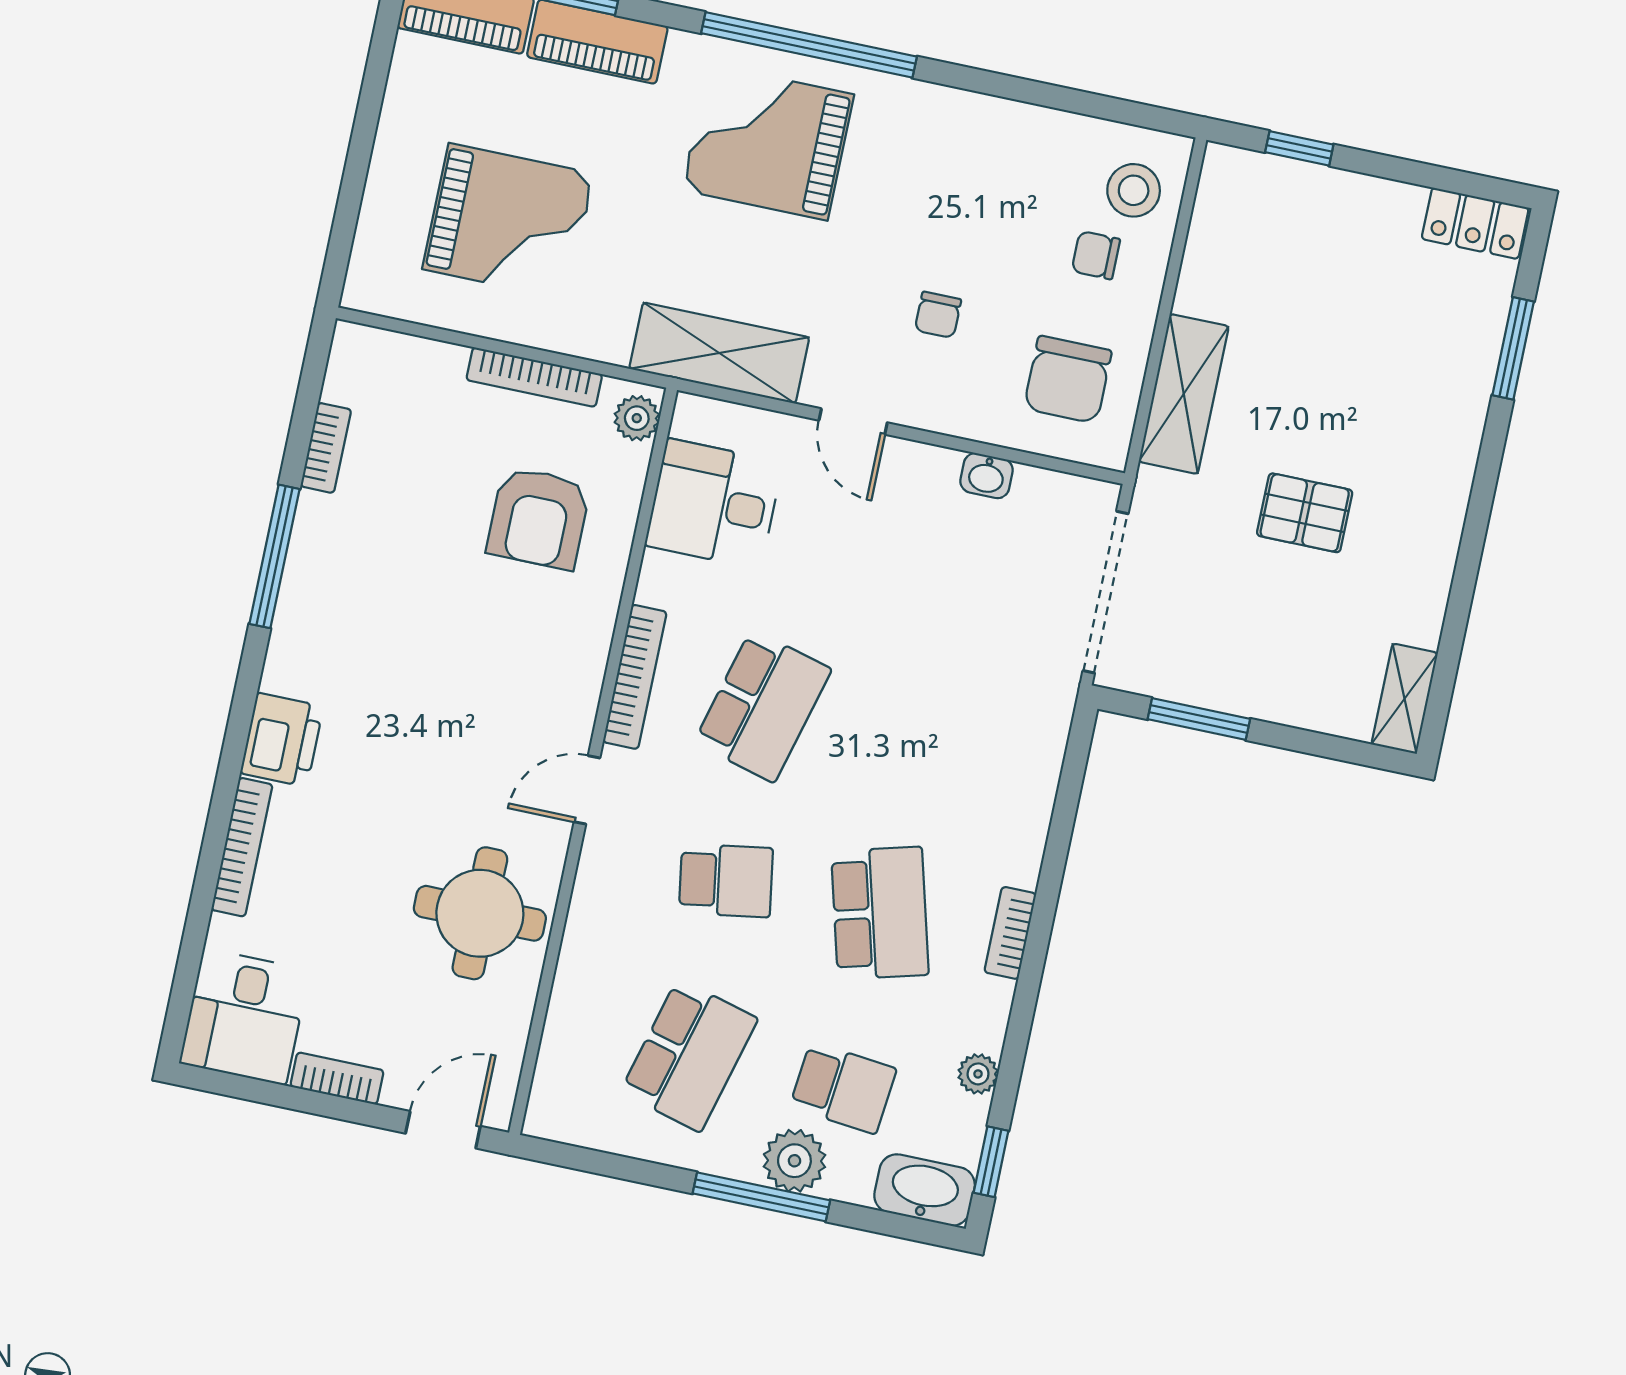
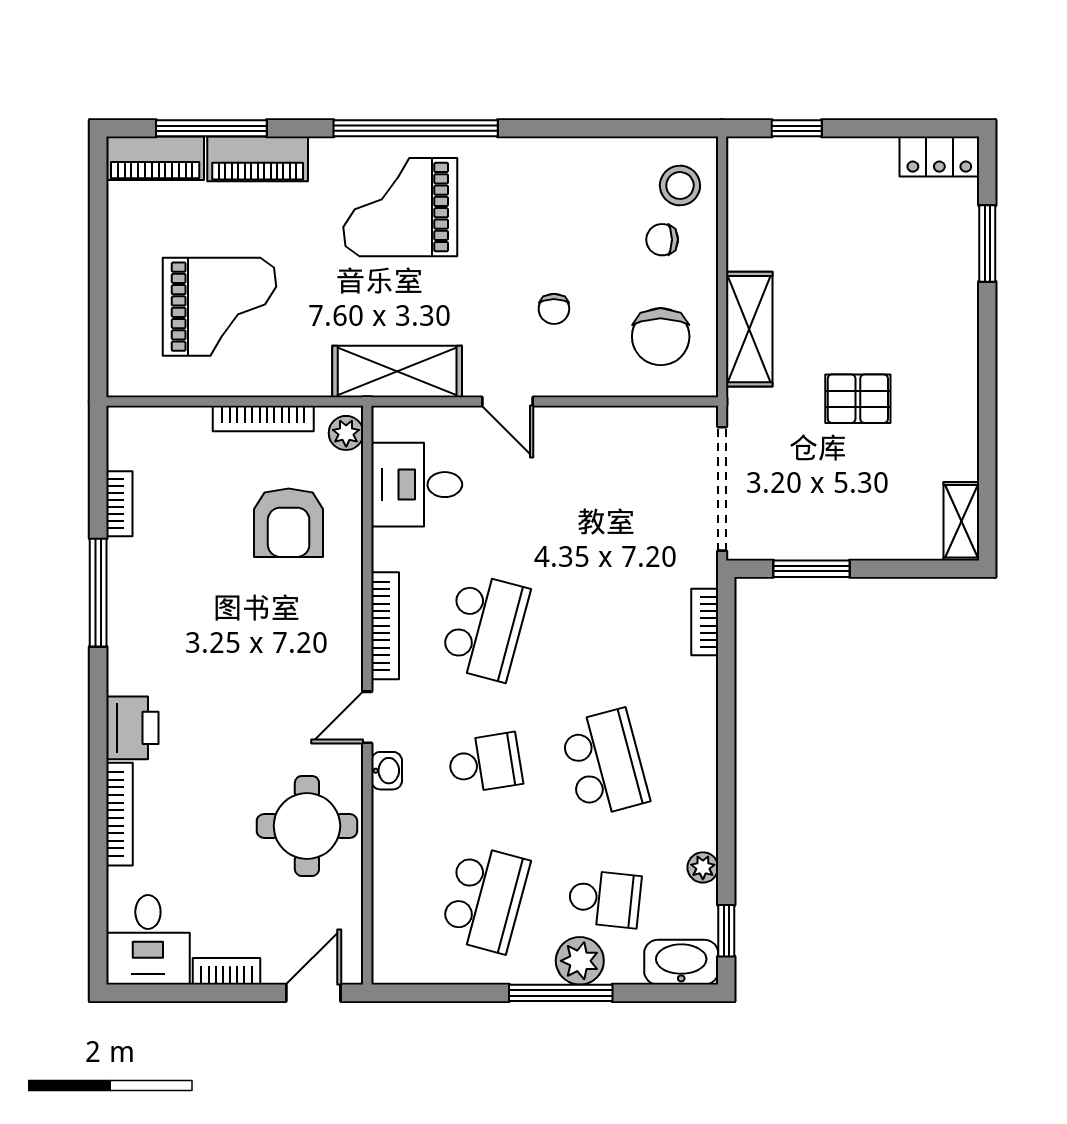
washbasin: (987, 476) -> (387, 771), moved, turned -90
bookcase: (1010, 933) -> (705, 622), moved

